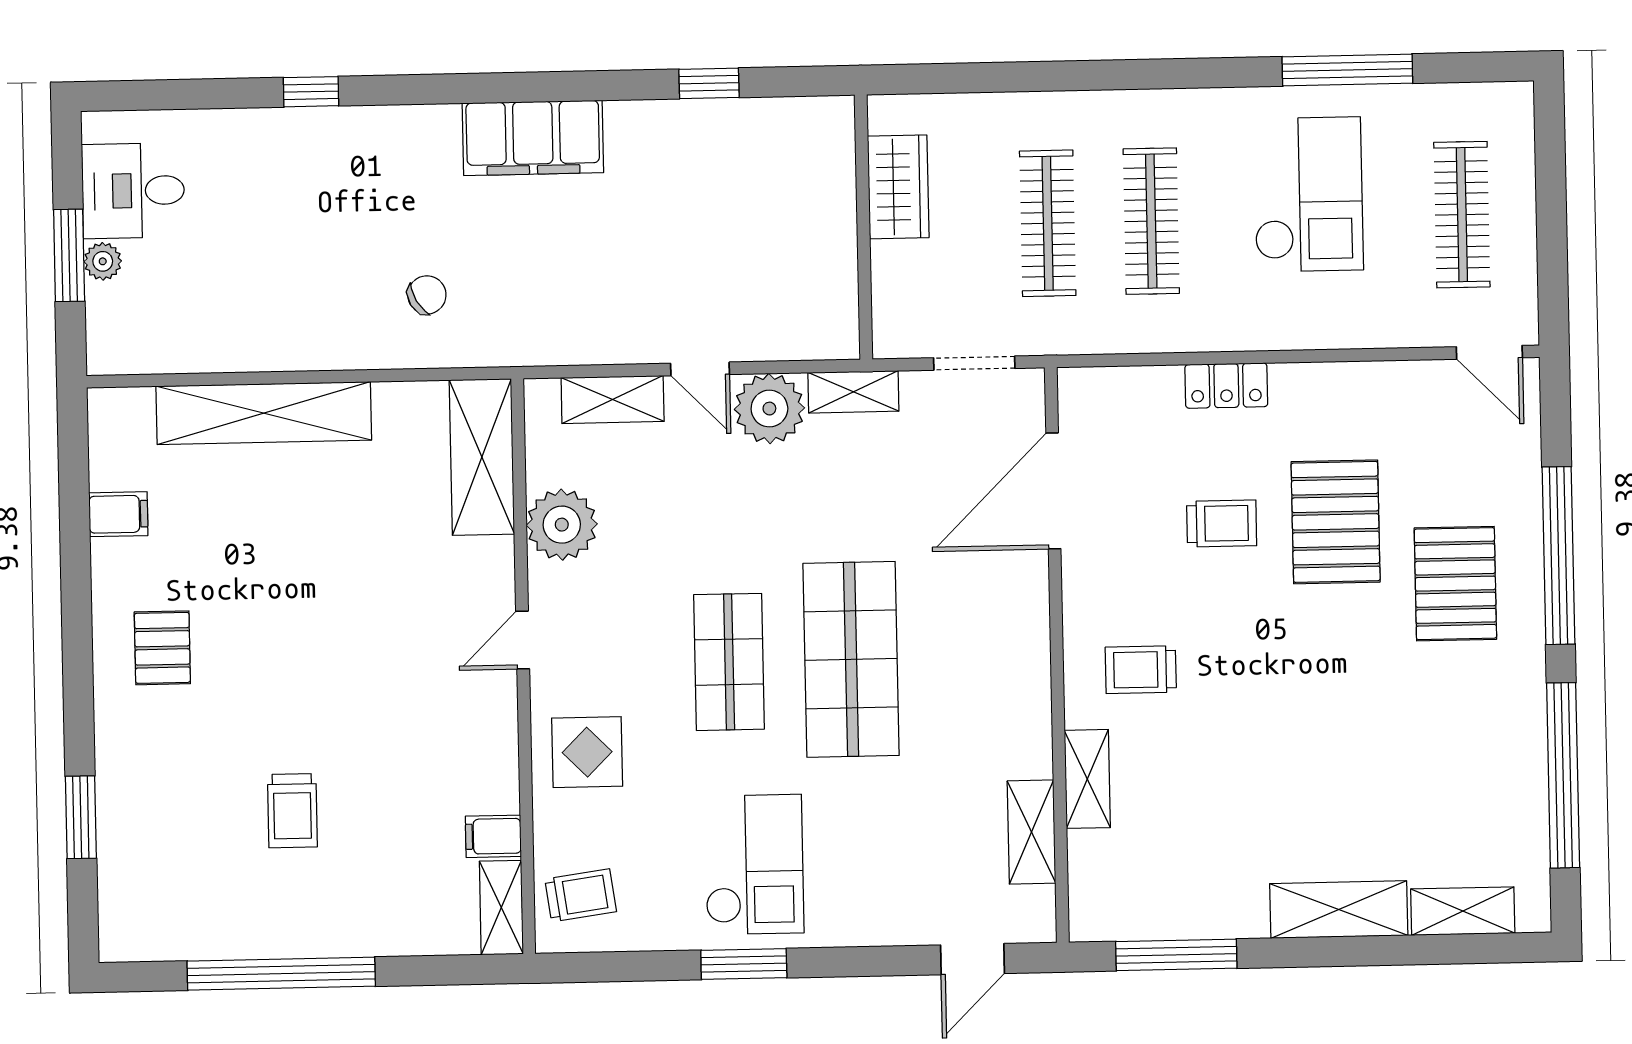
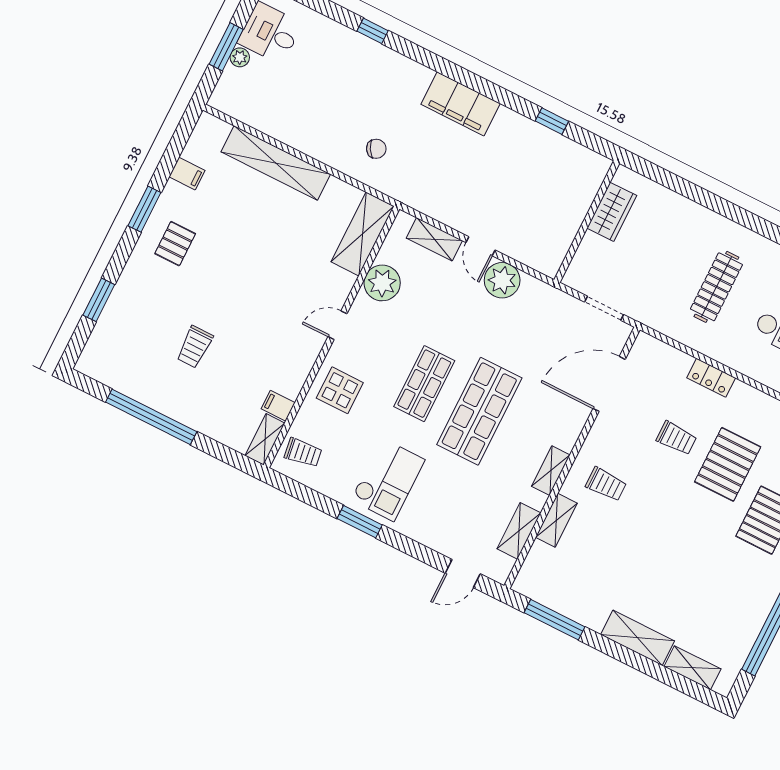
clothes rail: (1048, 223) -> (670, 263), removed
shelving: (853, 392) -> (551, 471), moved, turned 90
window: (77, 616) -> (144, 209), added
trolley: (1141, 670) -> (606, 484), turned 180

